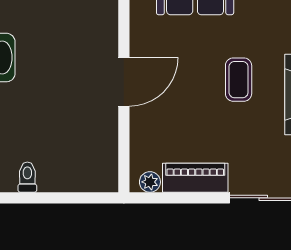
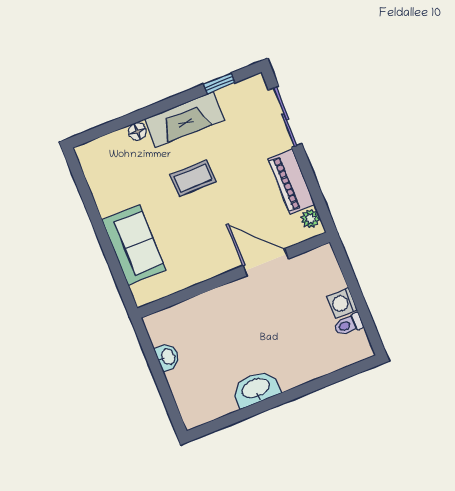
door: (124, 82) -> (266, 262), moved
washing machine: (52, 180) -> (342, 303), added

